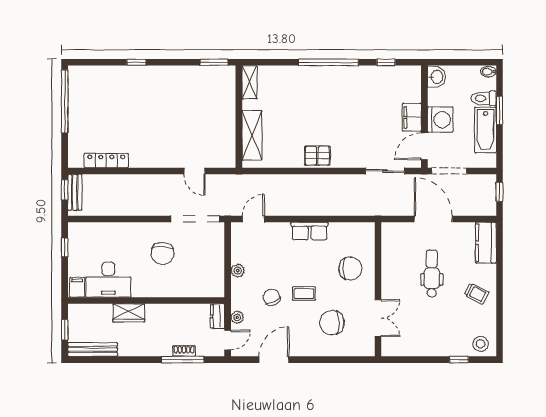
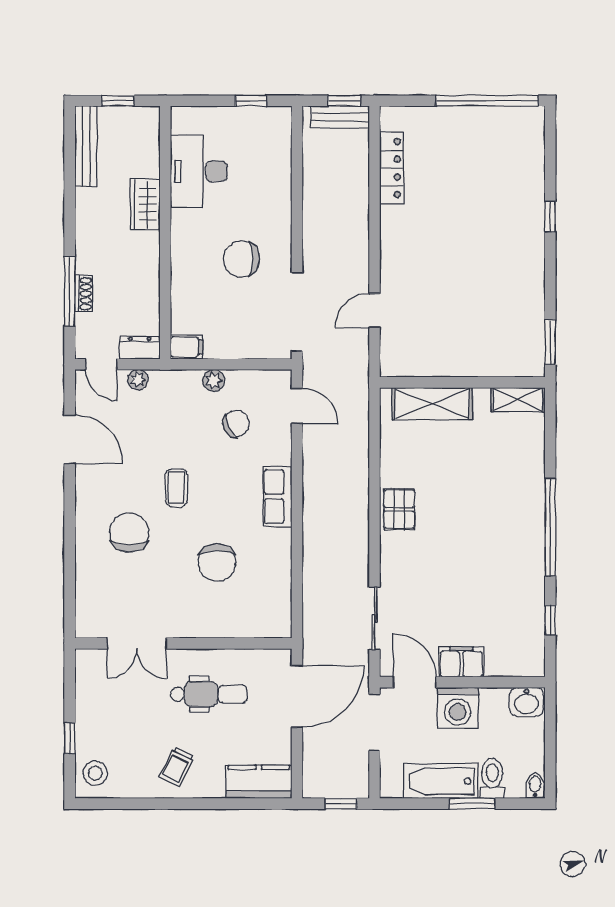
filing cabinet: (77, 287) -> (187, 347), moved
wall: (378, 289) -> (183, 643), moved
chair: (272, 297) -> (236, 424), moved
double door: (378, 318) -> (137, 643), moved

